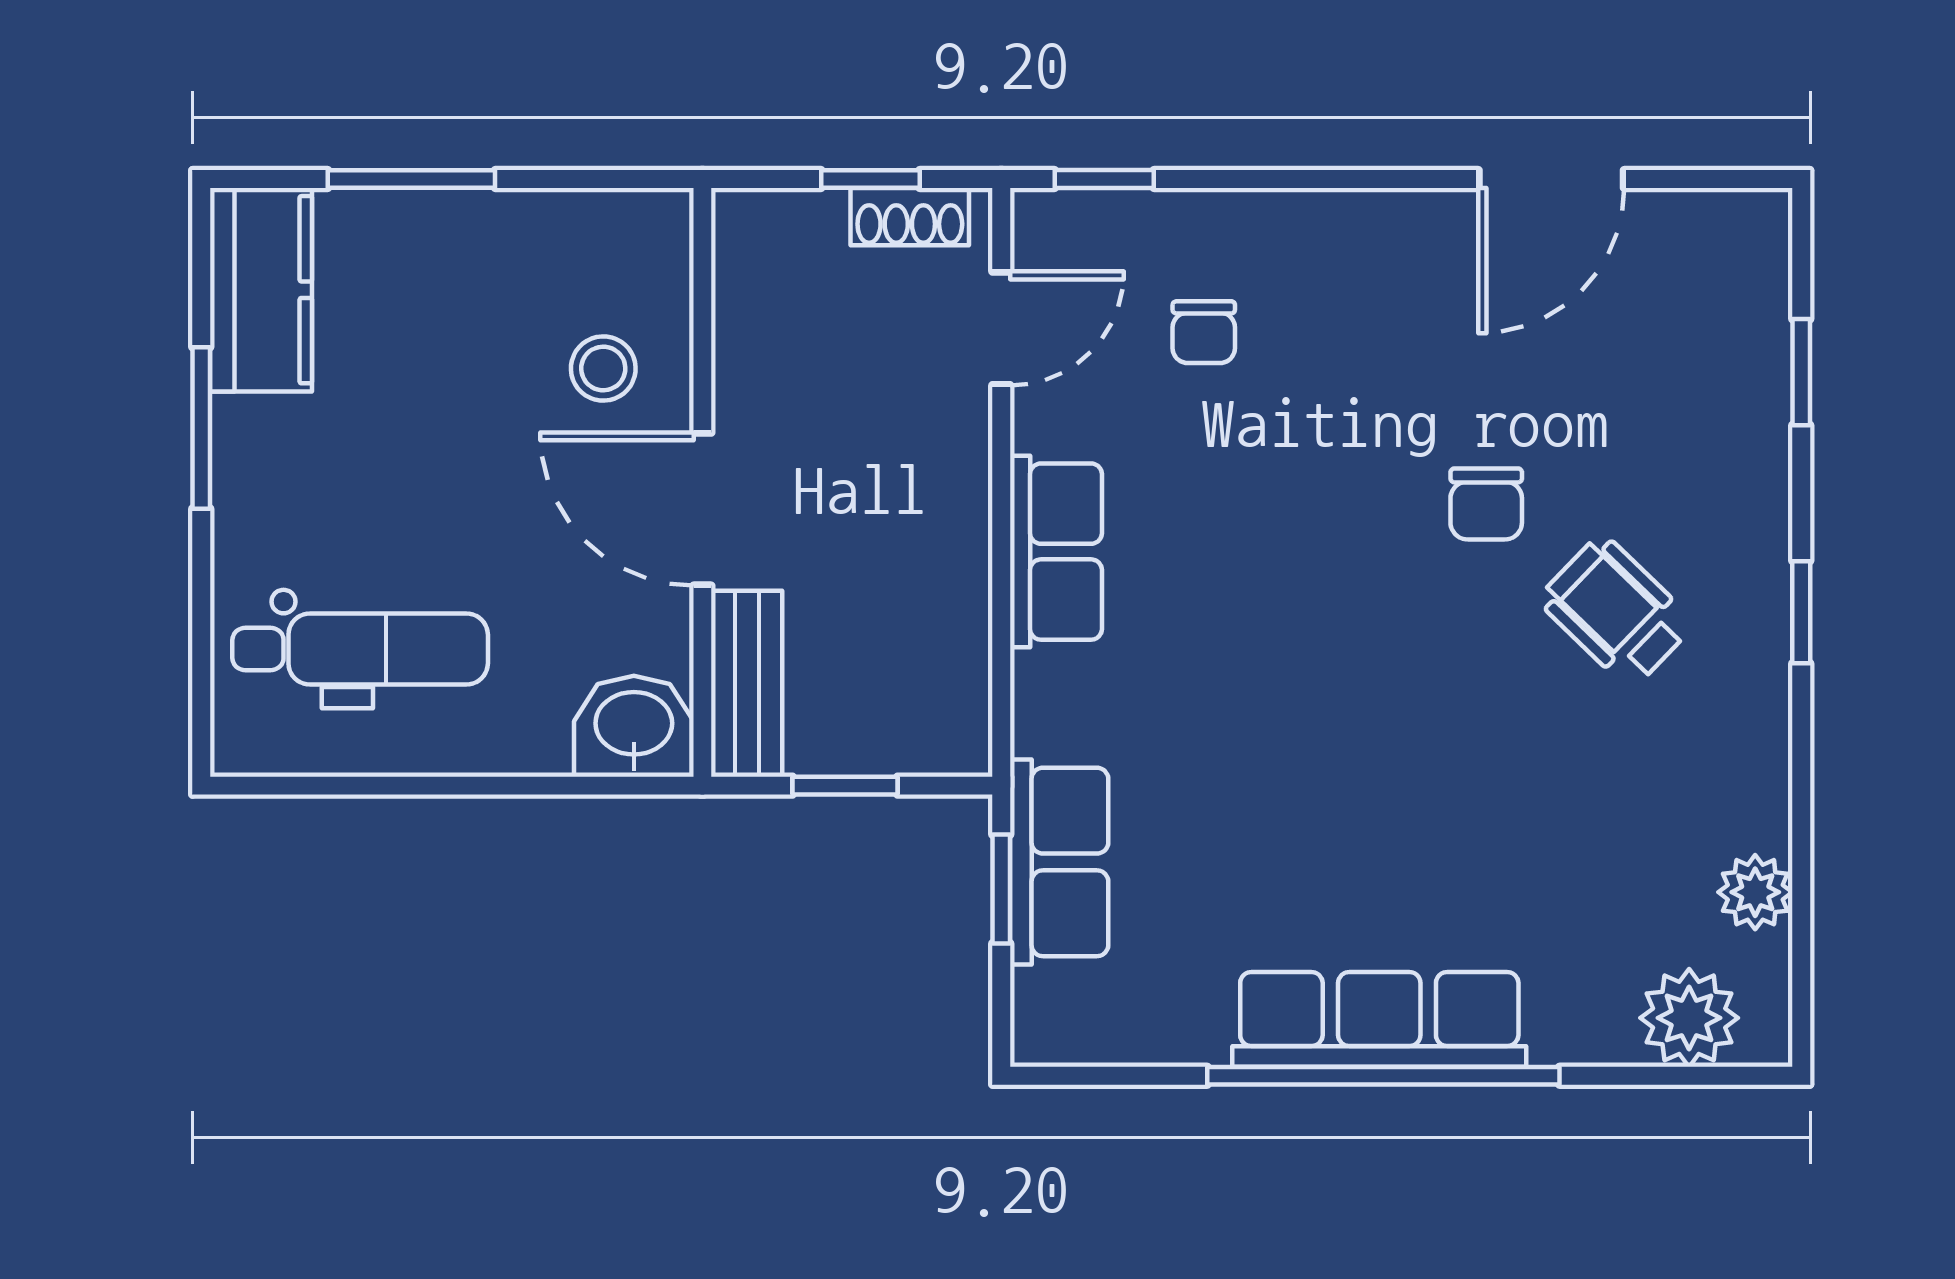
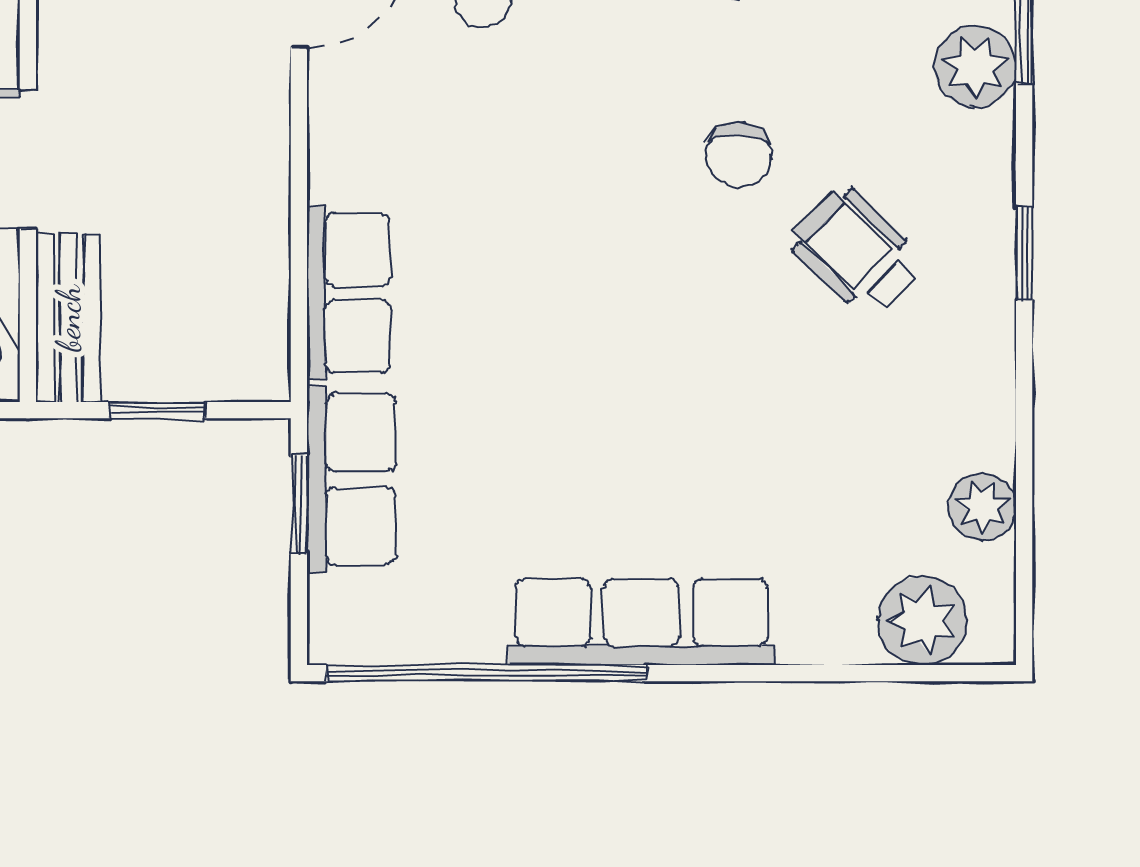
plant: (1747, 406) -> (975, 66), added
row of seats: (1056, 552) -> (348, 293), moved
window: (1383, 1076) -> (486, 673), moved

